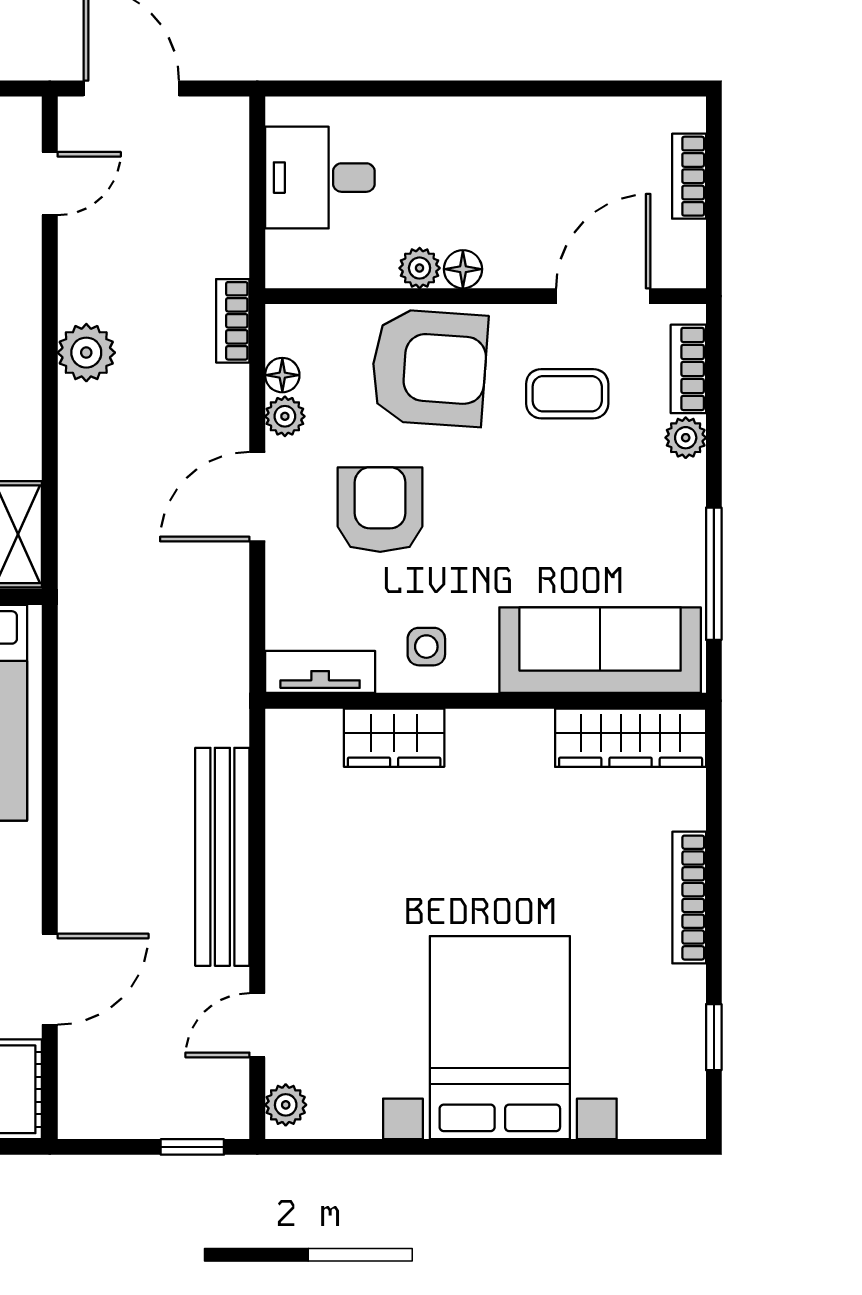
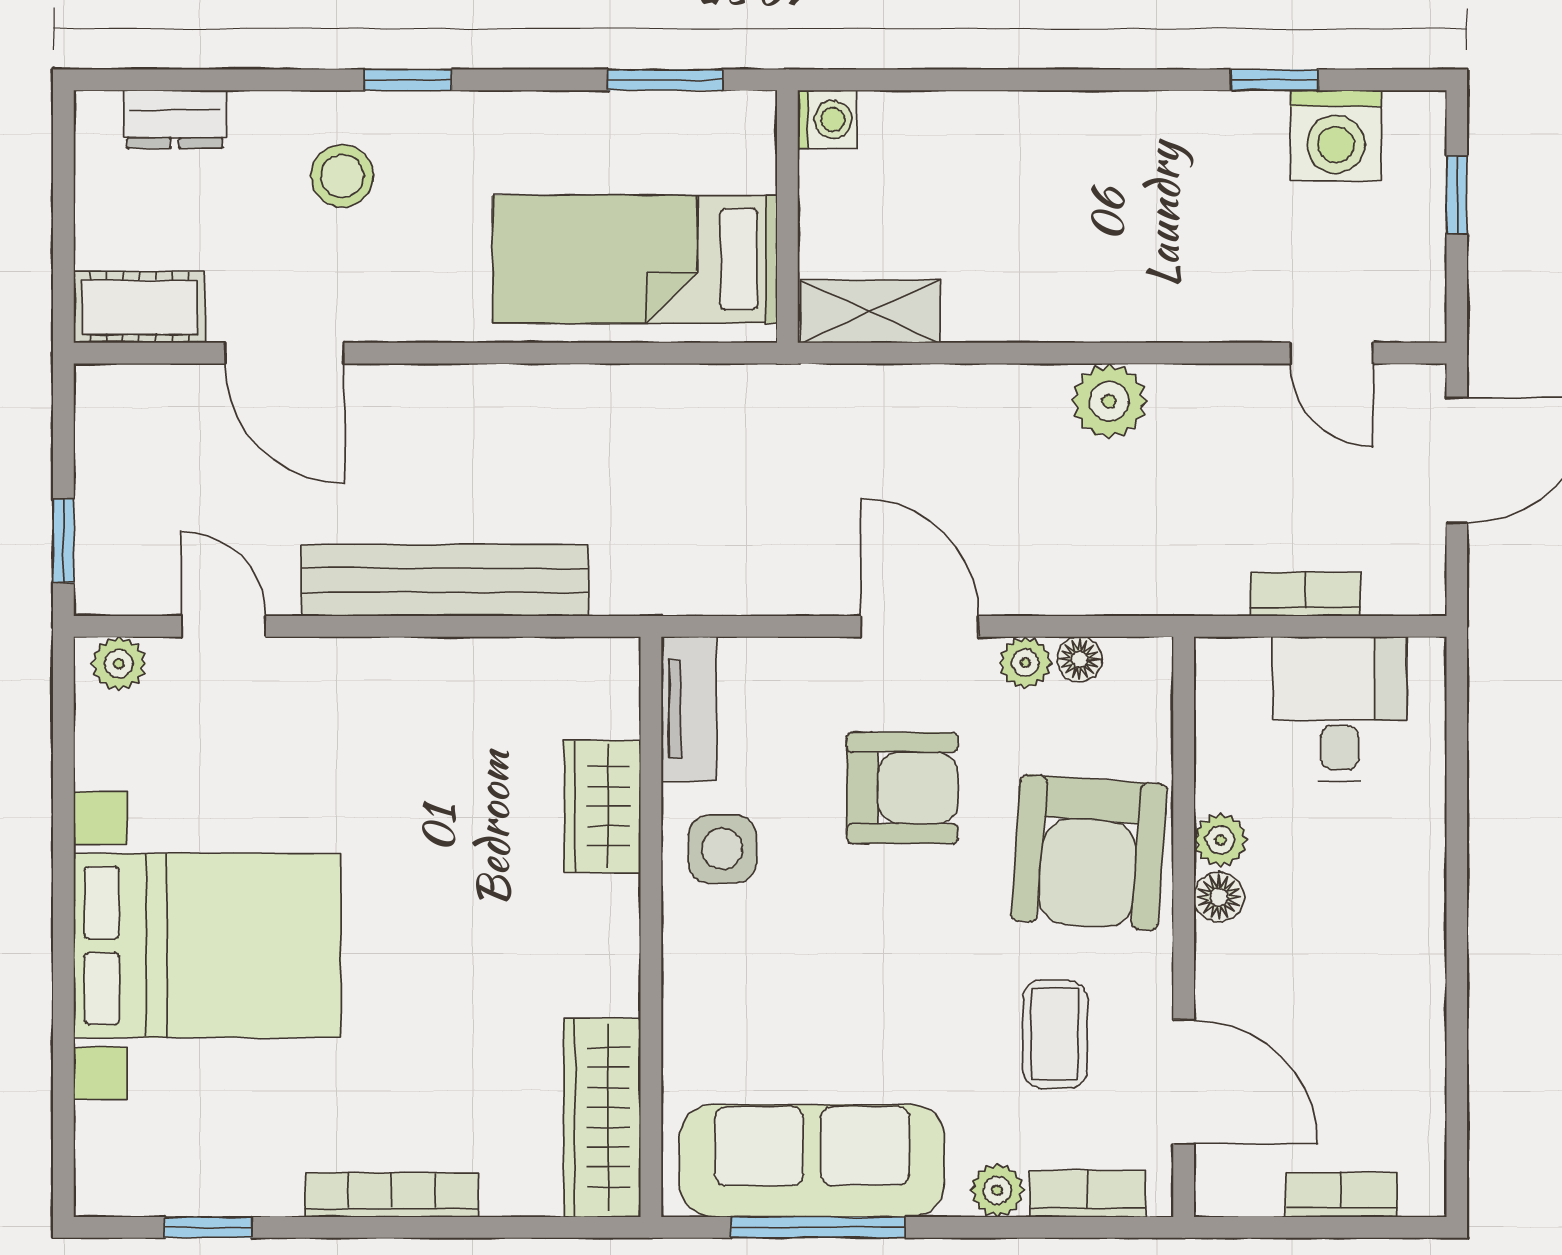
bookcase: (233, 321) -> (1305, 594), moved
side table: (426, 647) -> (722, 849), width x1.37, depth x1.37
sofa: (600, 650) -> (812, 1161), moved, turned -90

